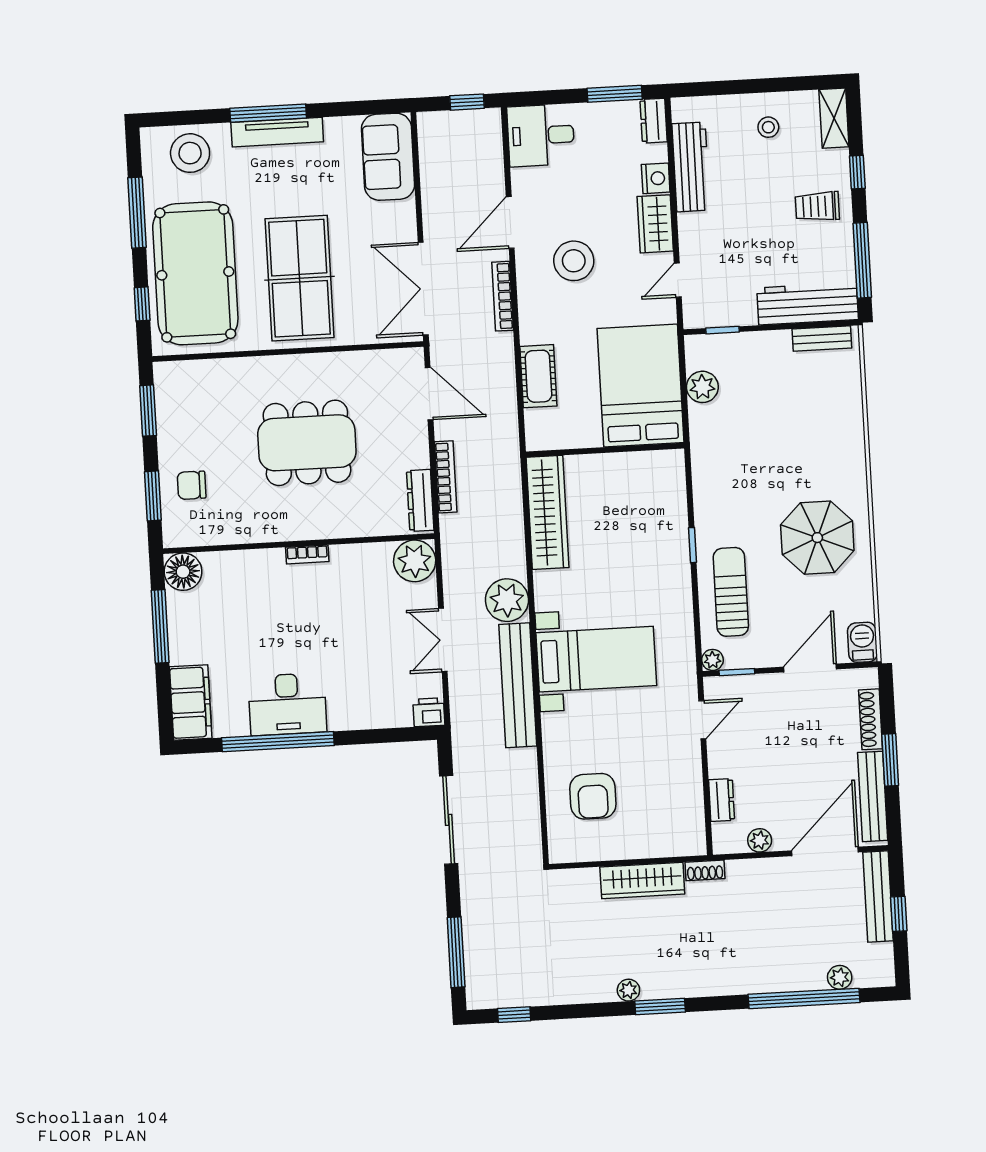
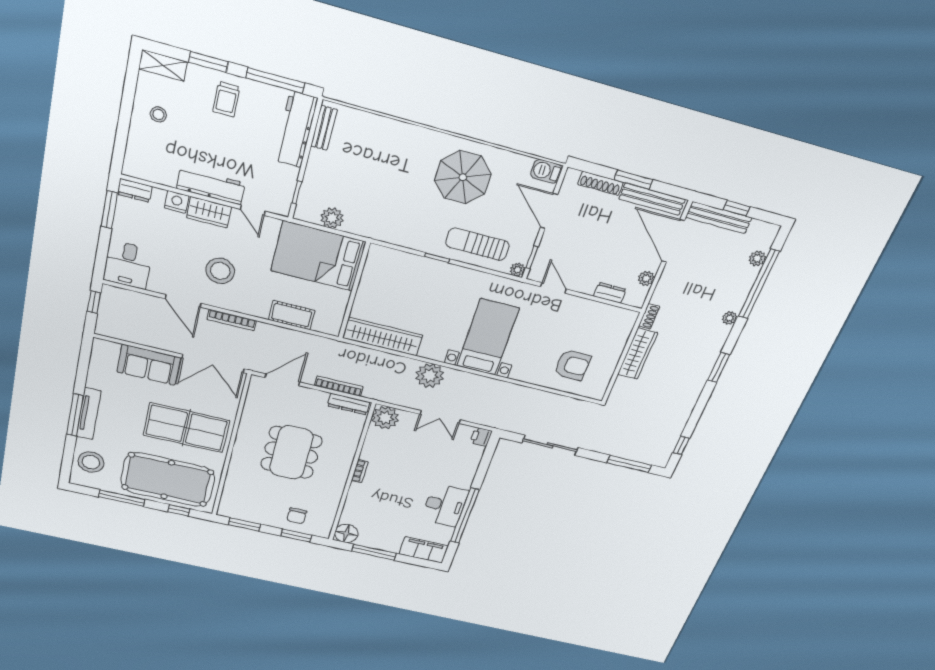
sofa: (388, 157) -> (149, 365), moved
workbench: (691, 167) -> (211, 186), moved
window: (857, 172) -> (208, 62), width x1.50
bench: (518, 685) -> (485, 385), removed
plant: (628, 990) -> (730, 318), moved

